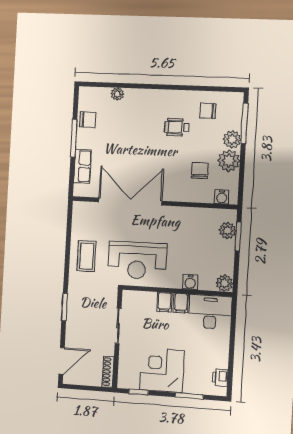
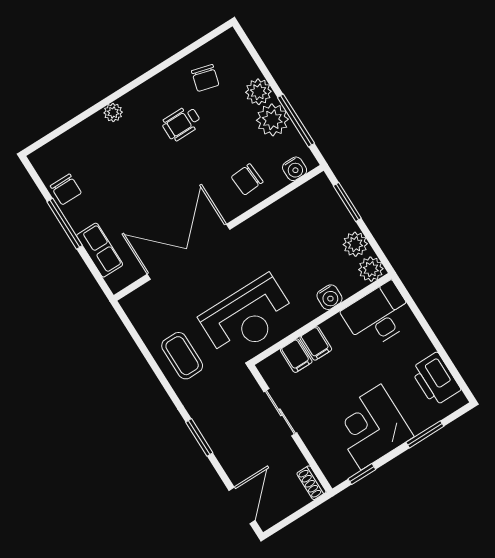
plant: (117, 94) -> (113, 112), moved
chair: (208, 111) -> (205, 78), turned -75
chair: (88, 120) -> (66, 189), turned 90
window: (244, 123) -> (296, 120), moved
chair: (200, 171) -> (247, 179), moved, turned -94
plant: (228, 230) -> (355, 244), moved
filing cabinet: (181, 303) -> (296, 356), moved
shoe rack: (108, 372) -> (311, 483), width x0.70
printer: (220, 378) -> (436, 379), width x1.87, depth x1.48

